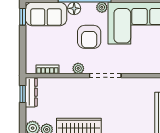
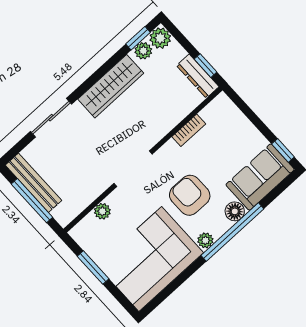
plant: (78, 68) -> (102, 211), moved
bookcase: (47, 69) -> (189, 130), moved

